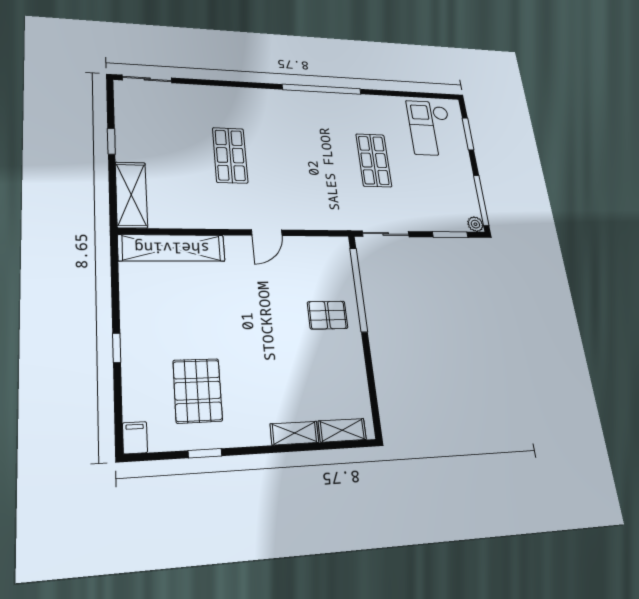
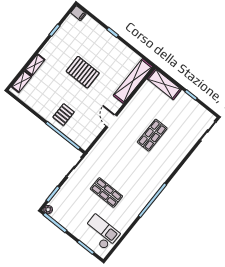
shop shelf: (230, 155) -> (152, 135), turned 90
pallet: (198, 391) -> (83, 72), moved

